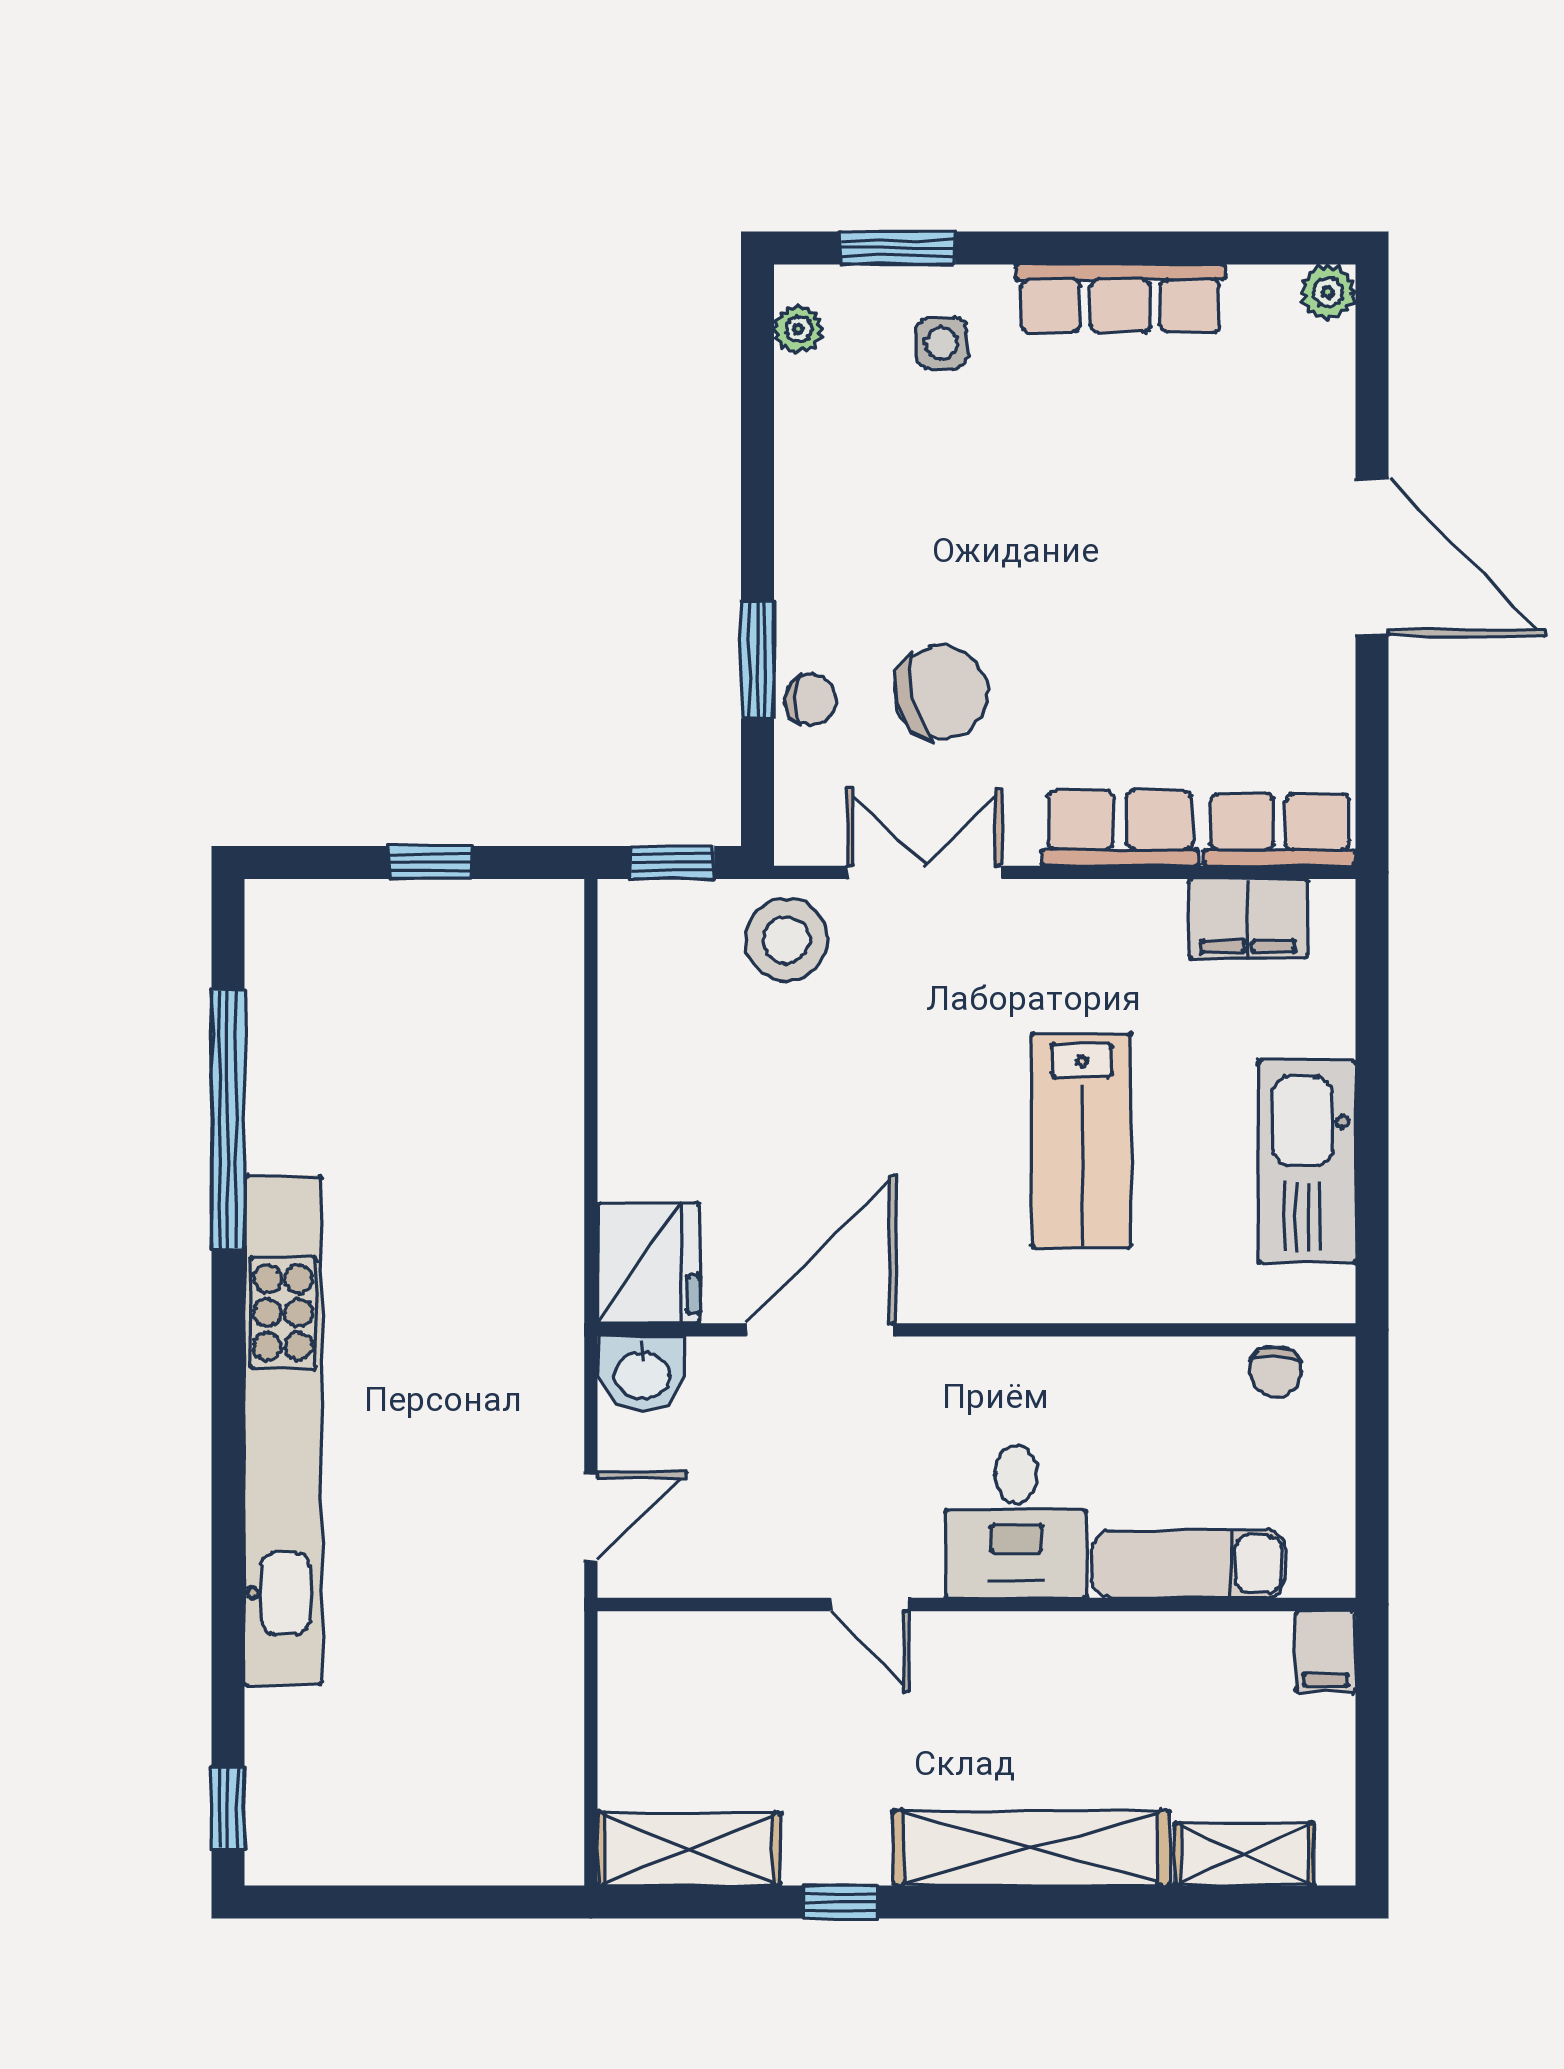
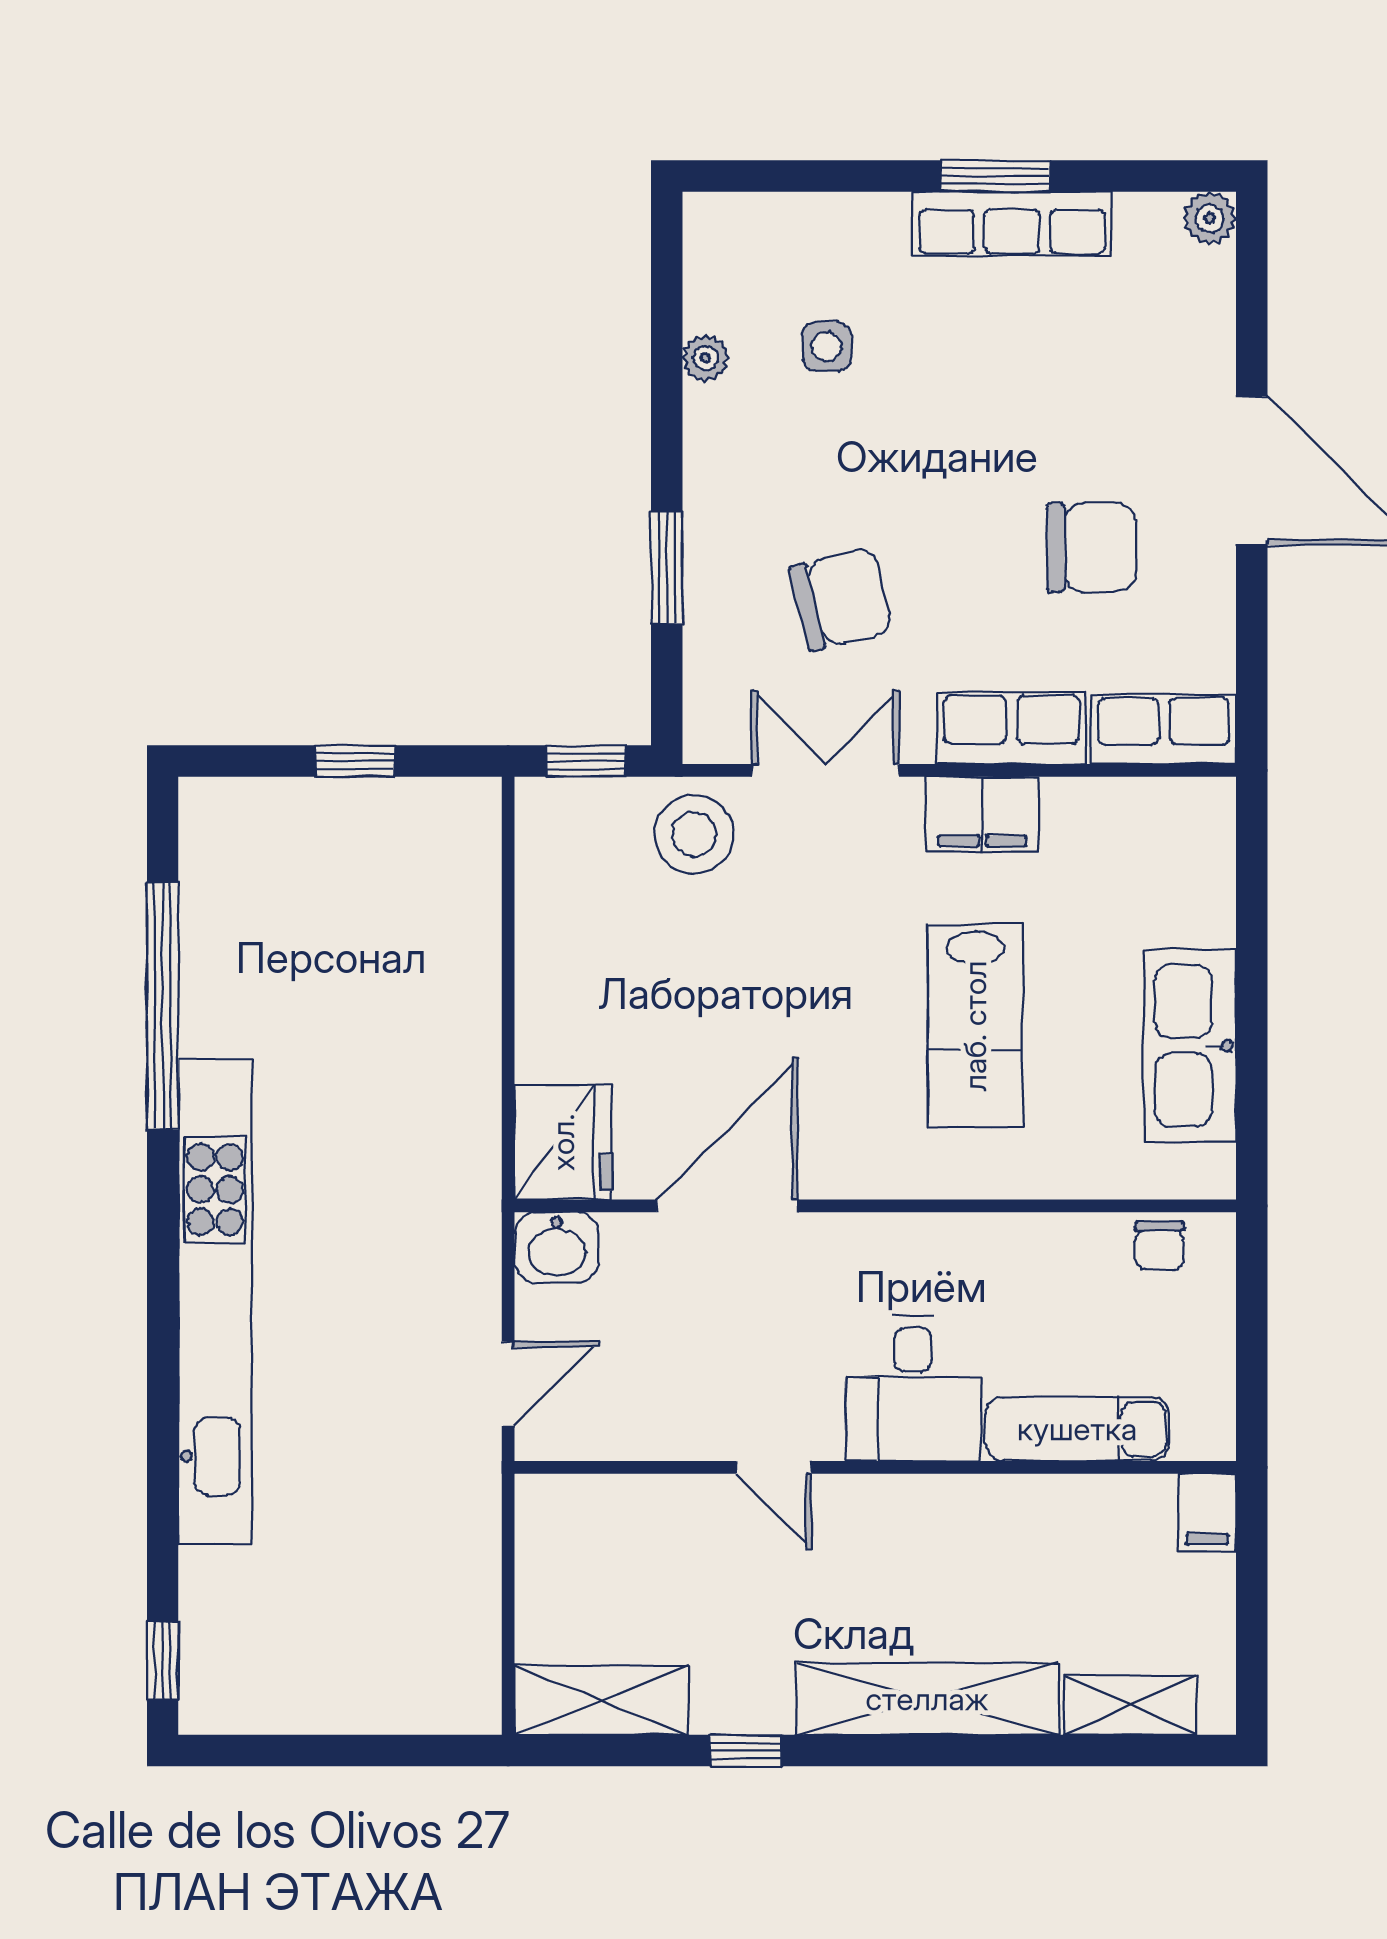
window: (898, 248) -> (995, 176), moved
plant: (798, 329) -> (706, 358), moved
side table: (942, 343) -> (827, 347), moved
chair: (811, 700) -> (1091, 548), moved, width x1.87, depth x1.87
filing cabinet: (1248, 919) -> (982, 814), moved

